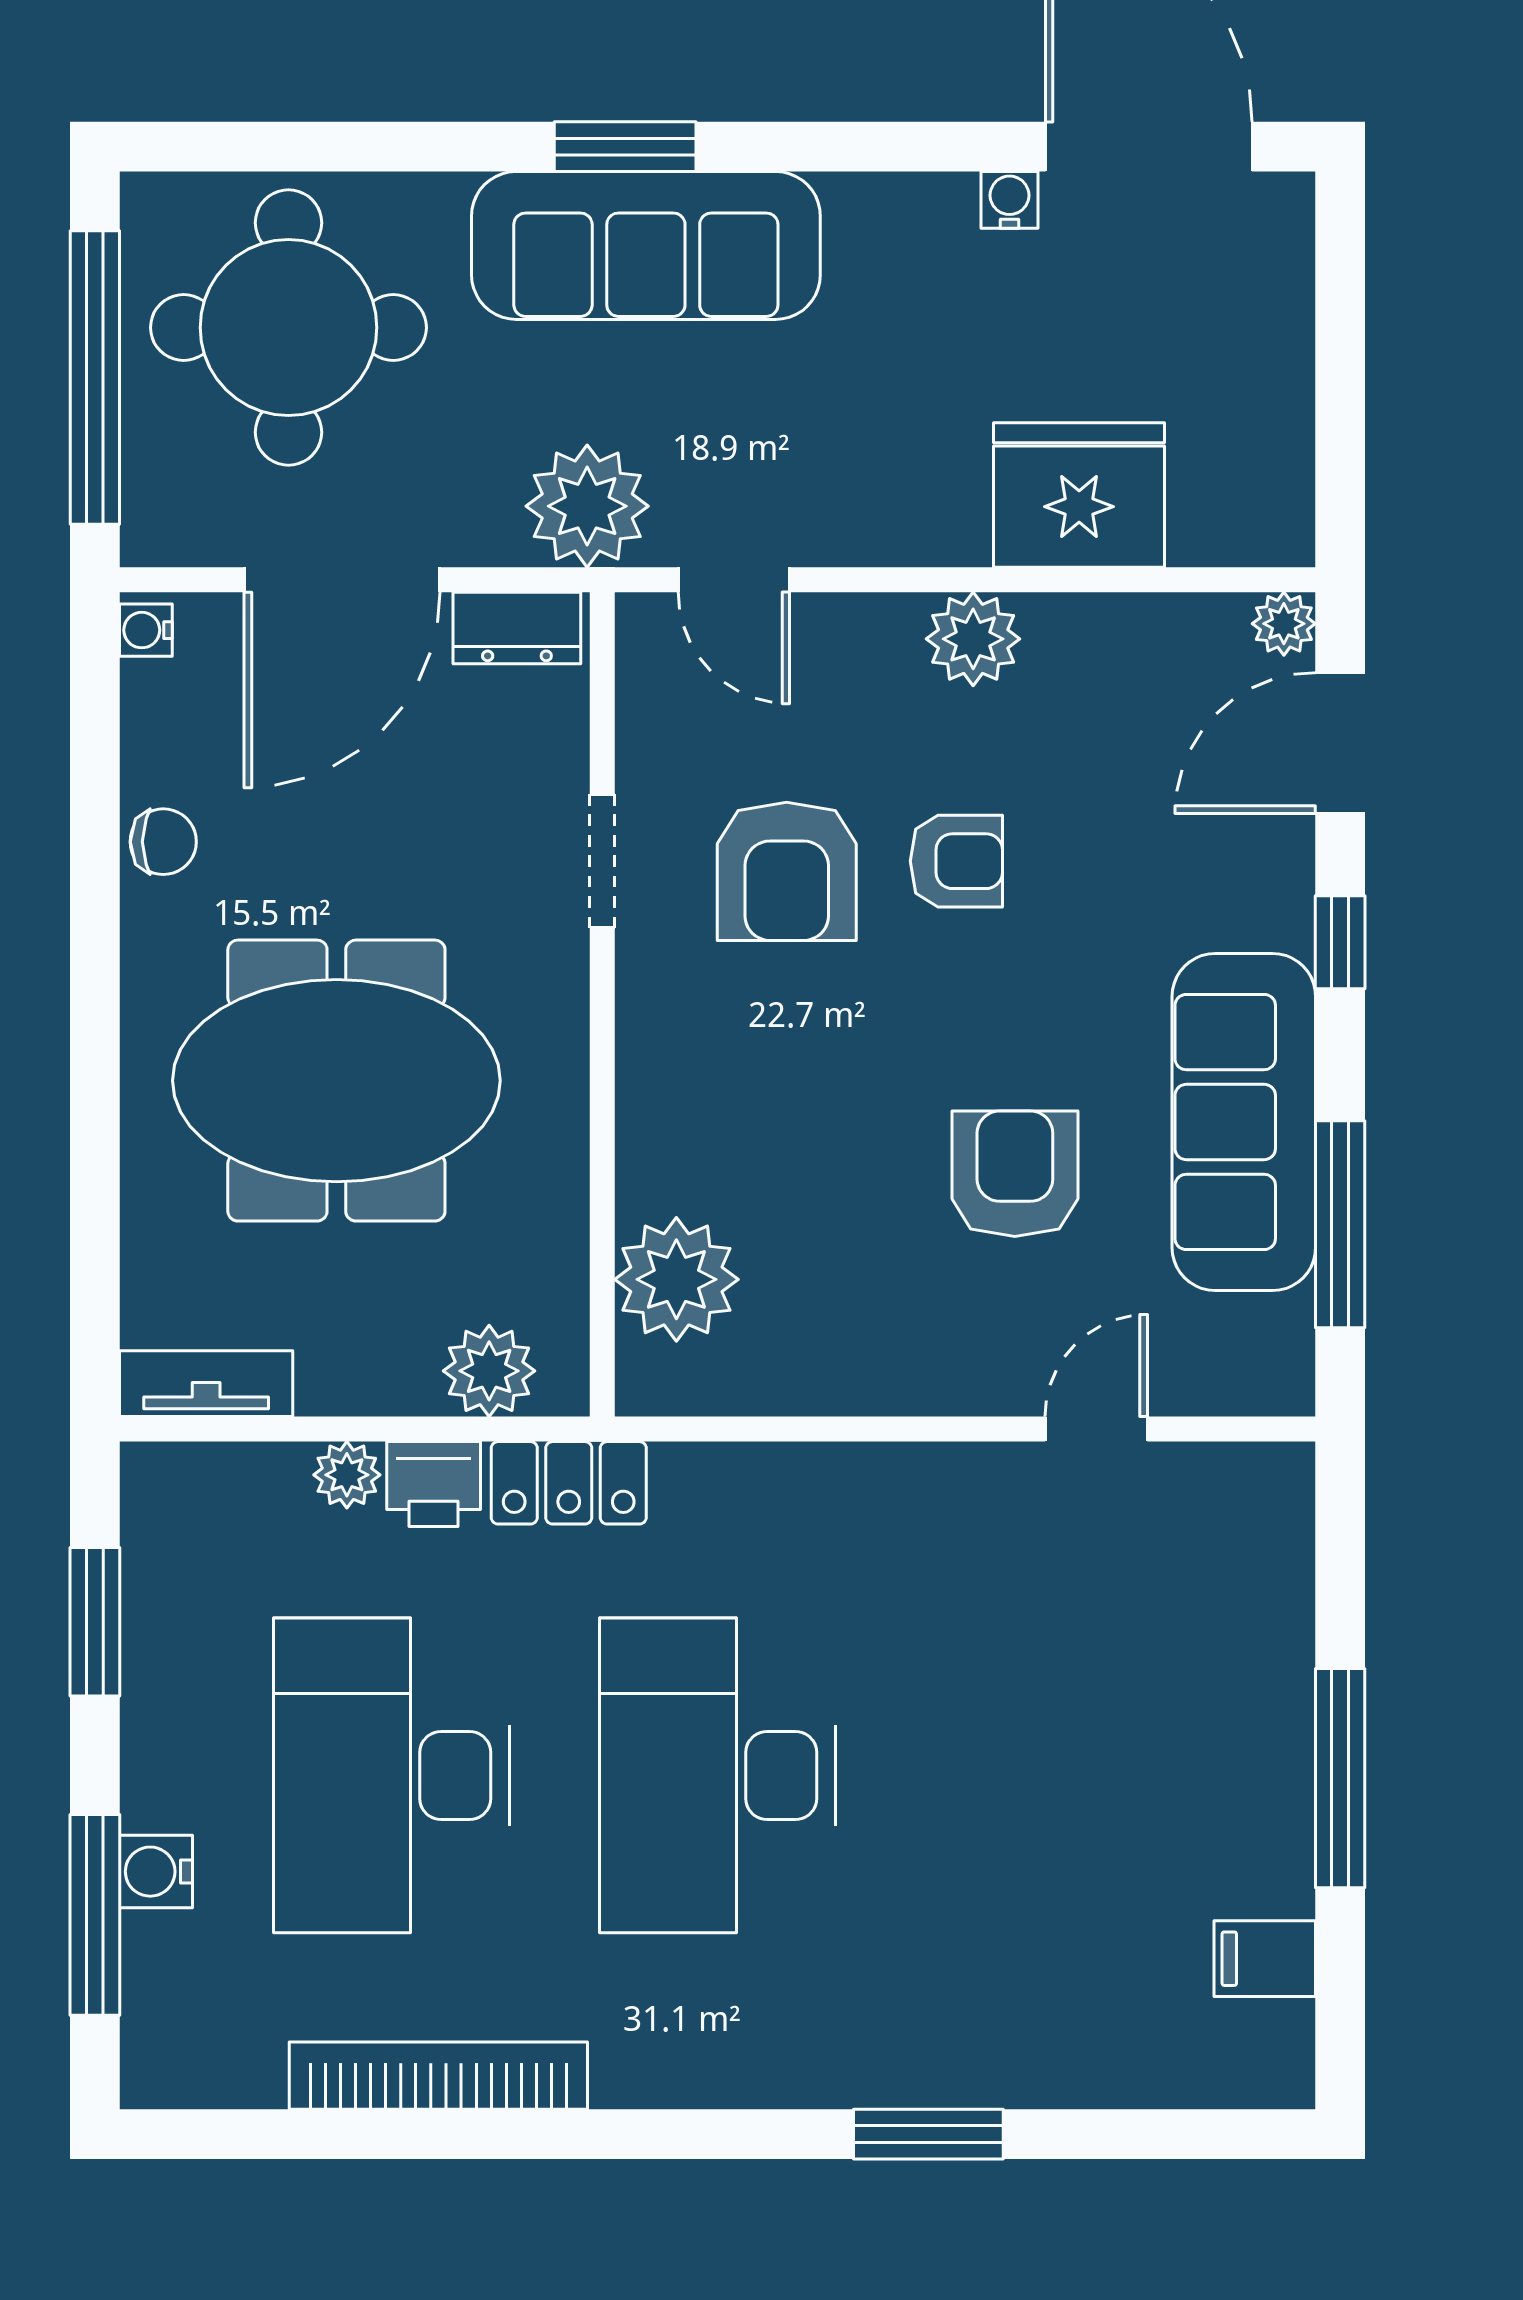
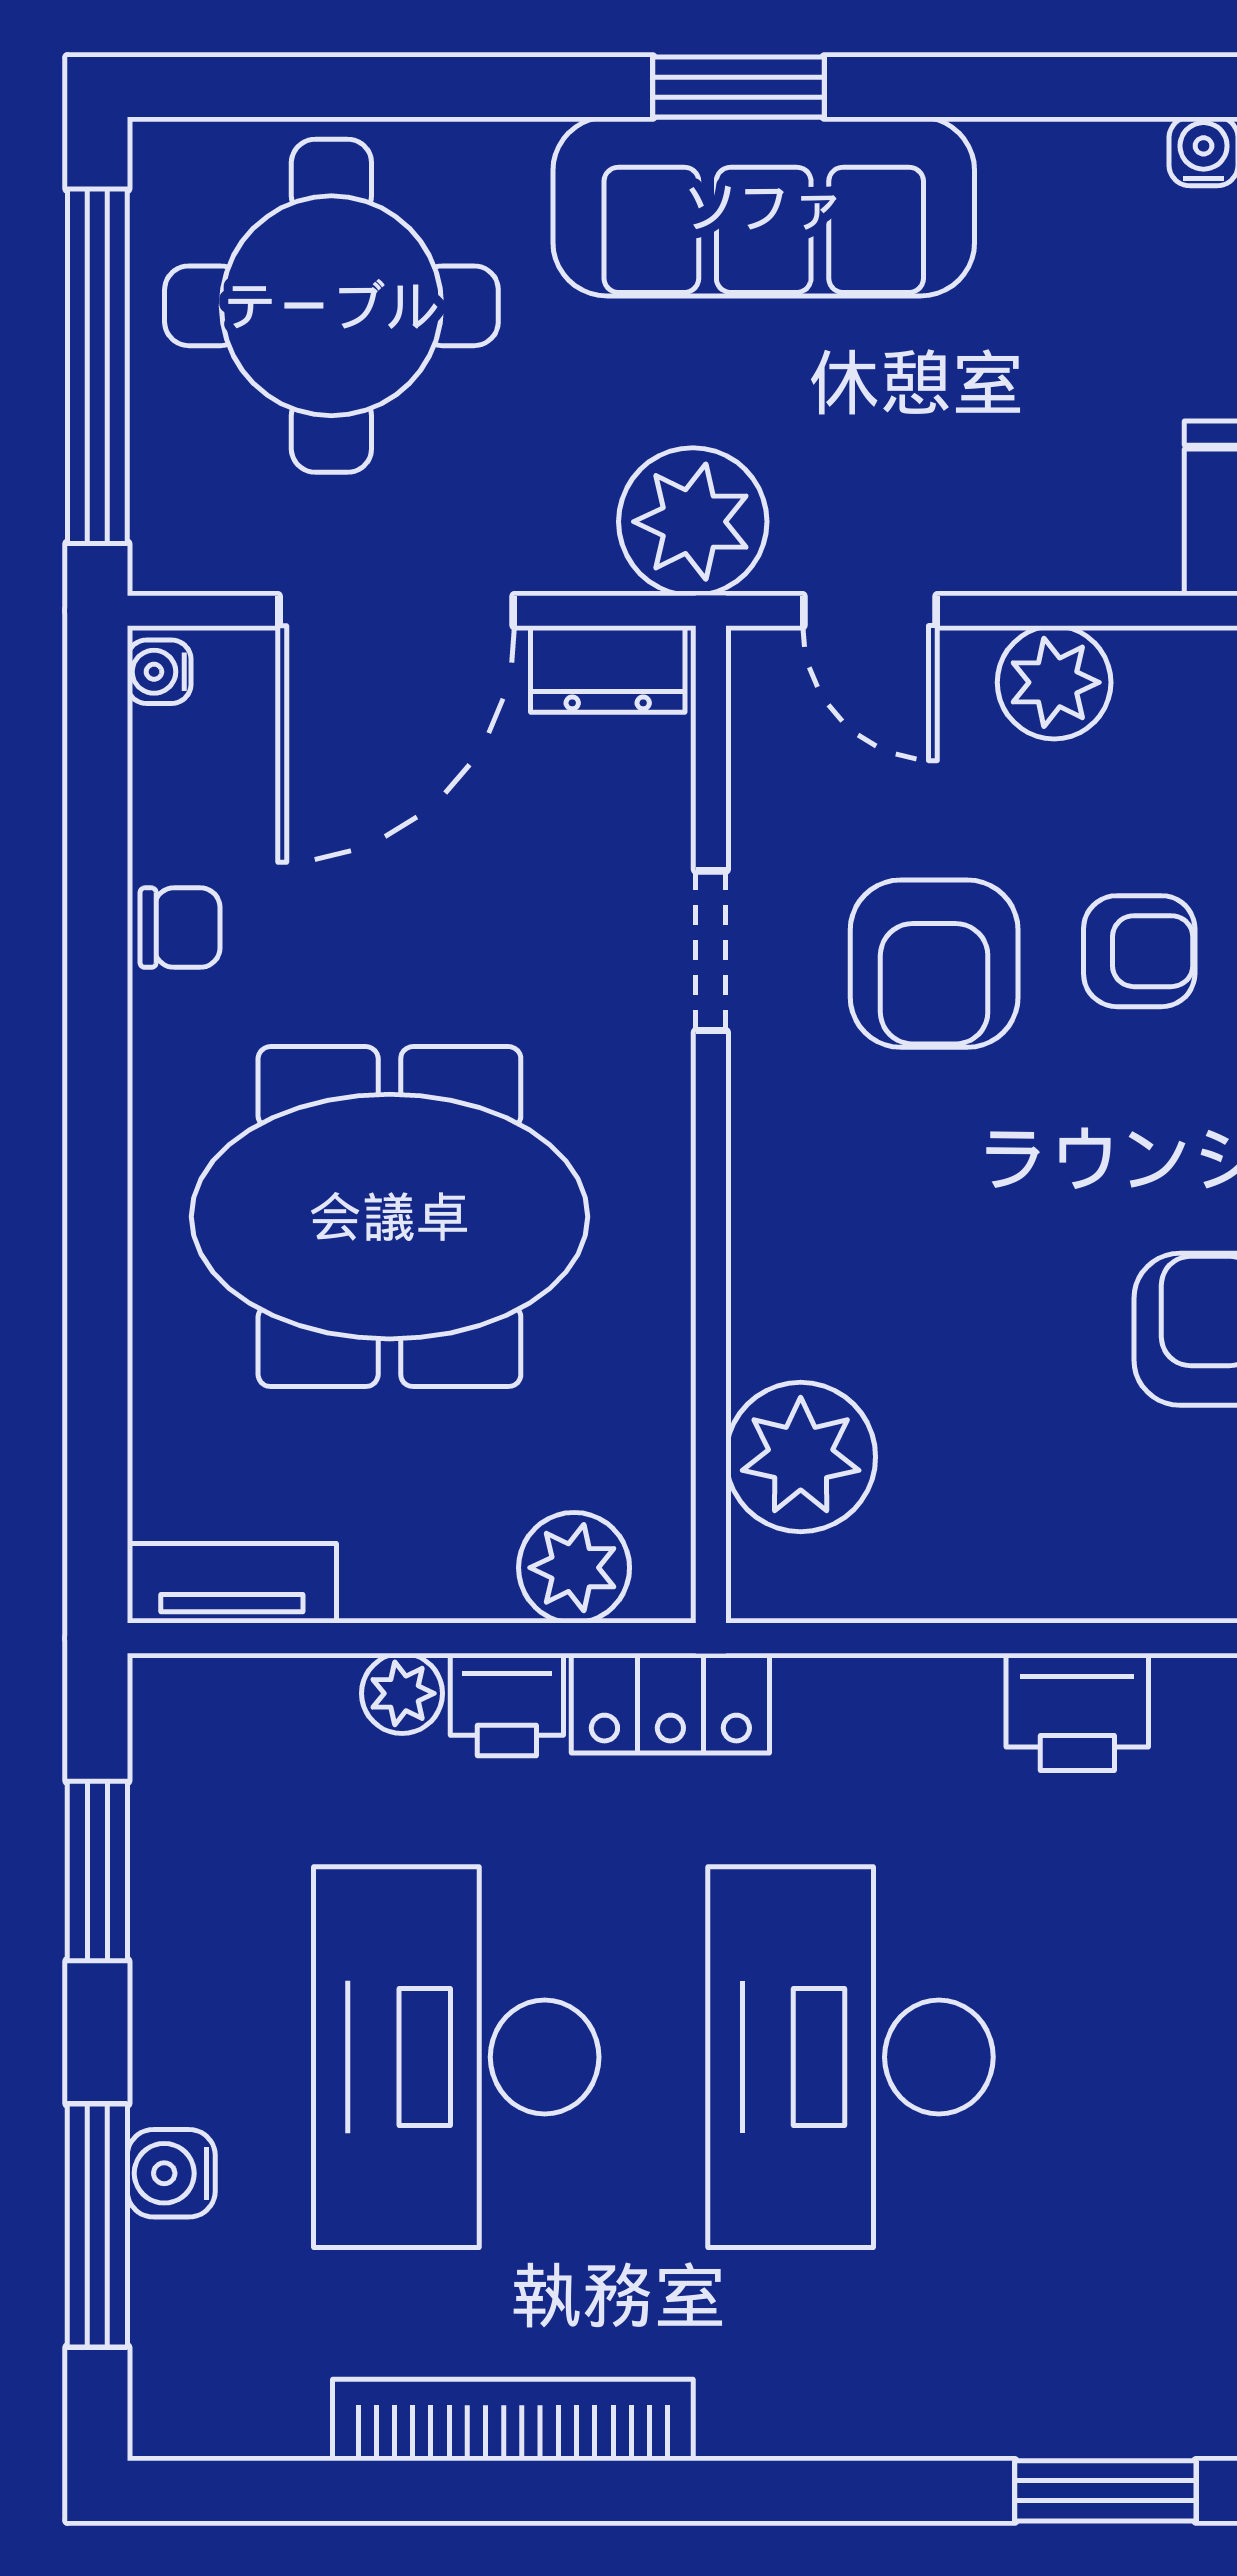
plant: (973, 639) -> (1054, 682), moved
printer: (905, 1490) -> (1077, 1712), added

